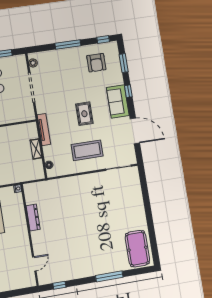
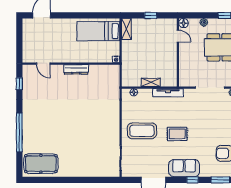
coffee table: (87, 150) -> (142, 131), turned 90
dresser: (33, 218) -> (76, 69), moved
window: (109, 276) -> (19, 132), width x1.46

